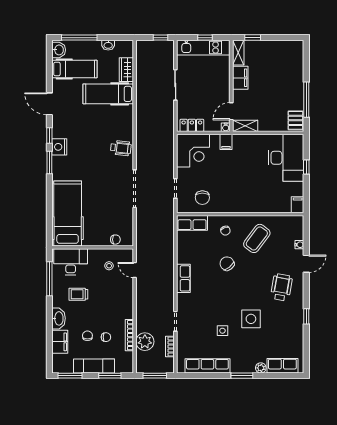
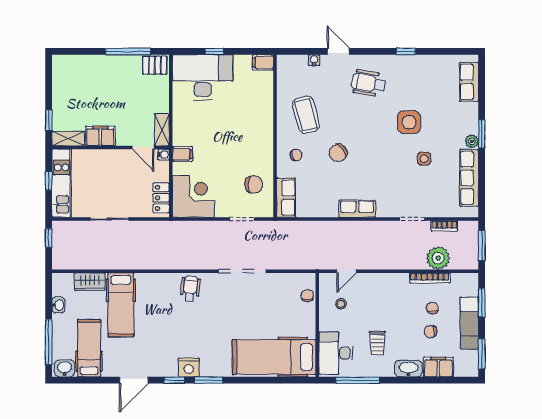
coffee table: (257, 238) -> (306, 115), turned 38
plant: (261, 368) -> (472, 141), moved

